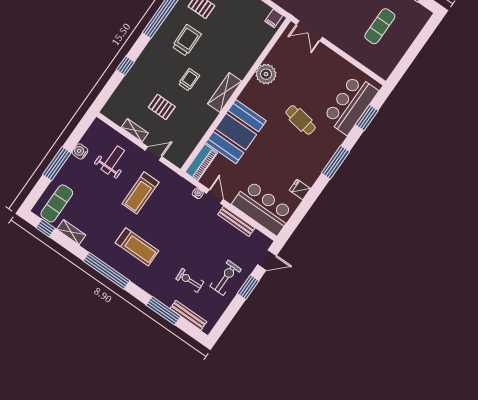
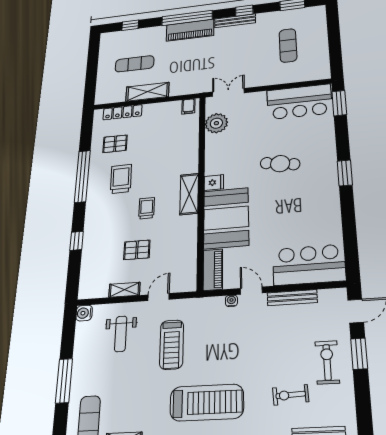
double door: (309, 31) -> (228, 92), swing flipped
plant: (266, 74) -> (216, 123), moved
bar counter: (350, 105) -> (299, 102), moved, turned -90
window: (367, 118) -> (339, 103), moved
water cooler: (80, 151) -> (84, 313), moved
weight bench: (113, 160) -> (121, 334), turned 180
window: (335, 162) -> (345, 173), width x0.69
fridge: (300, 189) -> (214, 183), moved, turned 180
treadmill: (137, 247) -> (207, 403), width x1.37, depth x1.38

